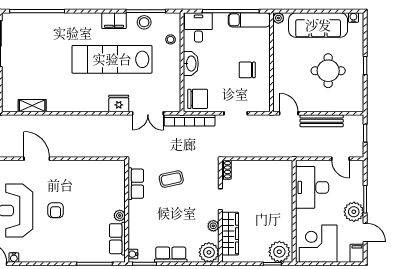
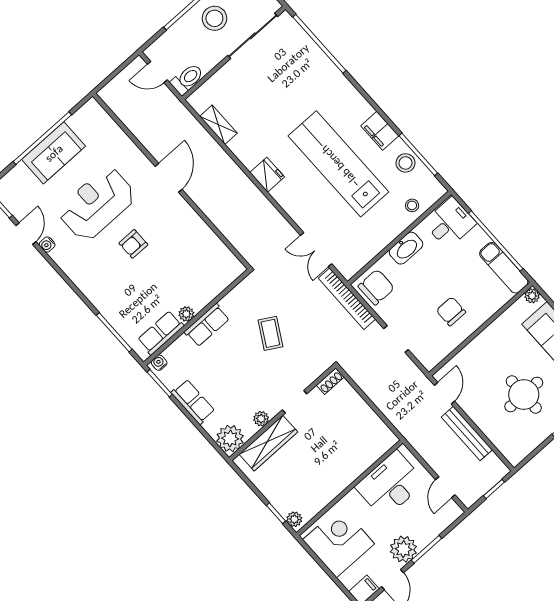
chair: (198, 99) -> (376, 287), turned -90
fridge: (119, 103) -> (267, 175), moved
coffee table: (171, 179) -> (270, 333), turned 42
row of seats: (136, 184) -> (207, 325), moved
plant: (279, 252) -> (294, 519), width x0.53, depth x0.53

